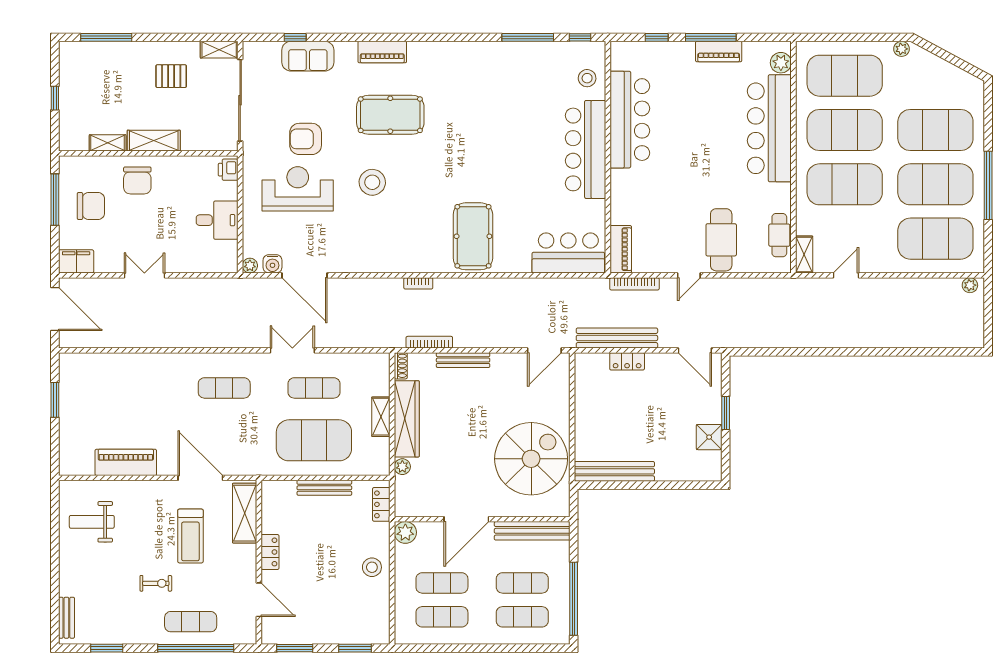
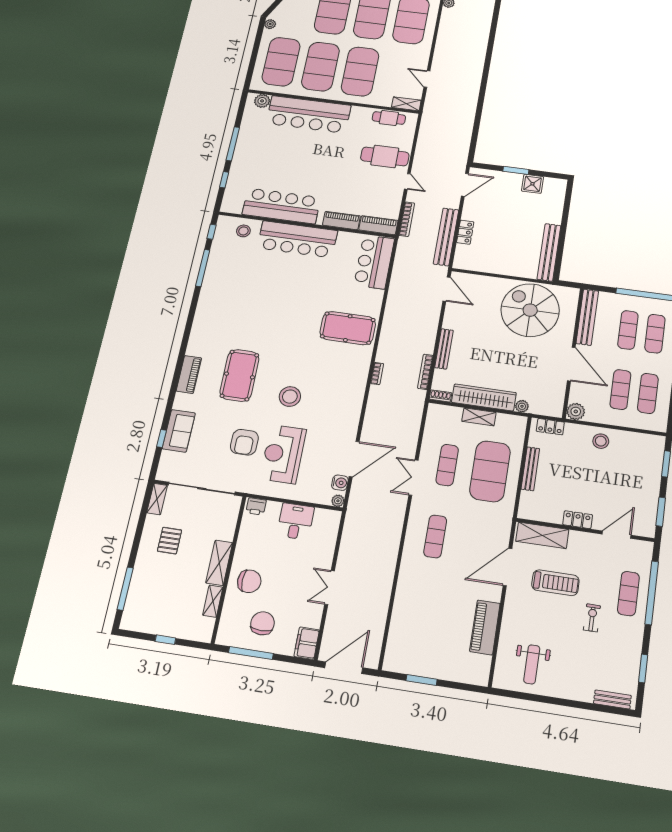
piano: (719, 52) -> (341, 221), moved, turned -90

